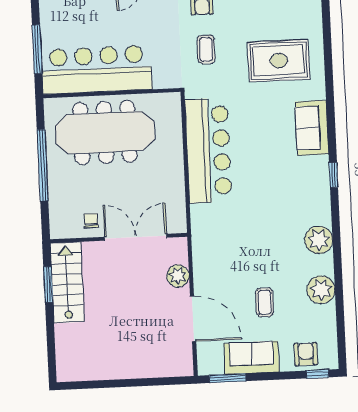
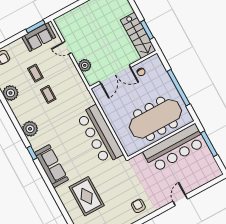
coffee table: (206, 49) -> (48, 94), moved
rug: (279, 61) -> (87, 196), turned 90
sofa: (312, 128) -> (51, 166), width x1.36
plant: (319, 240) -> (30, 129), moved
door: (193, 319) -> (67, 48), width x0.53
sofa: (251, 358) -> (39, 37), moved

